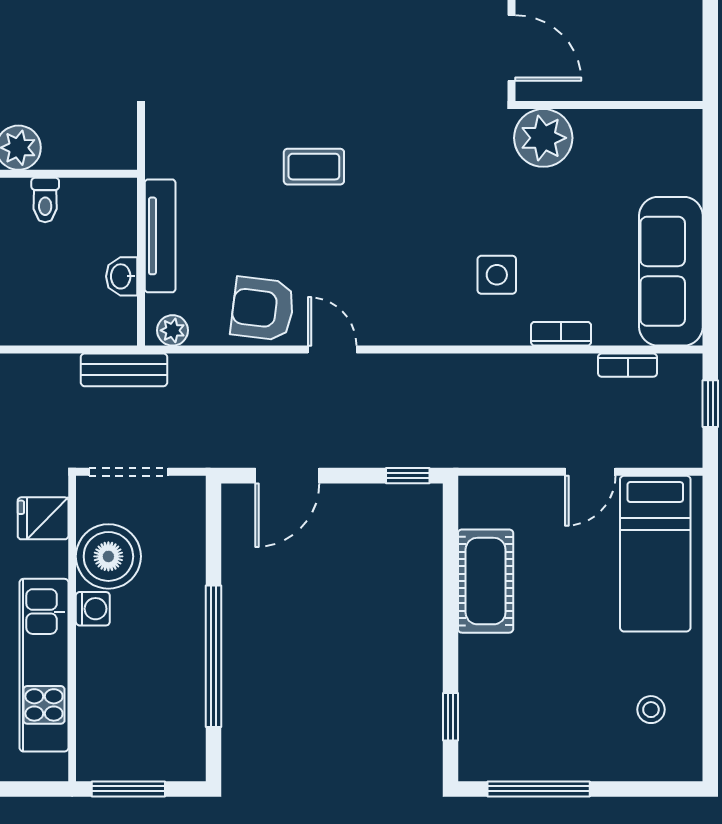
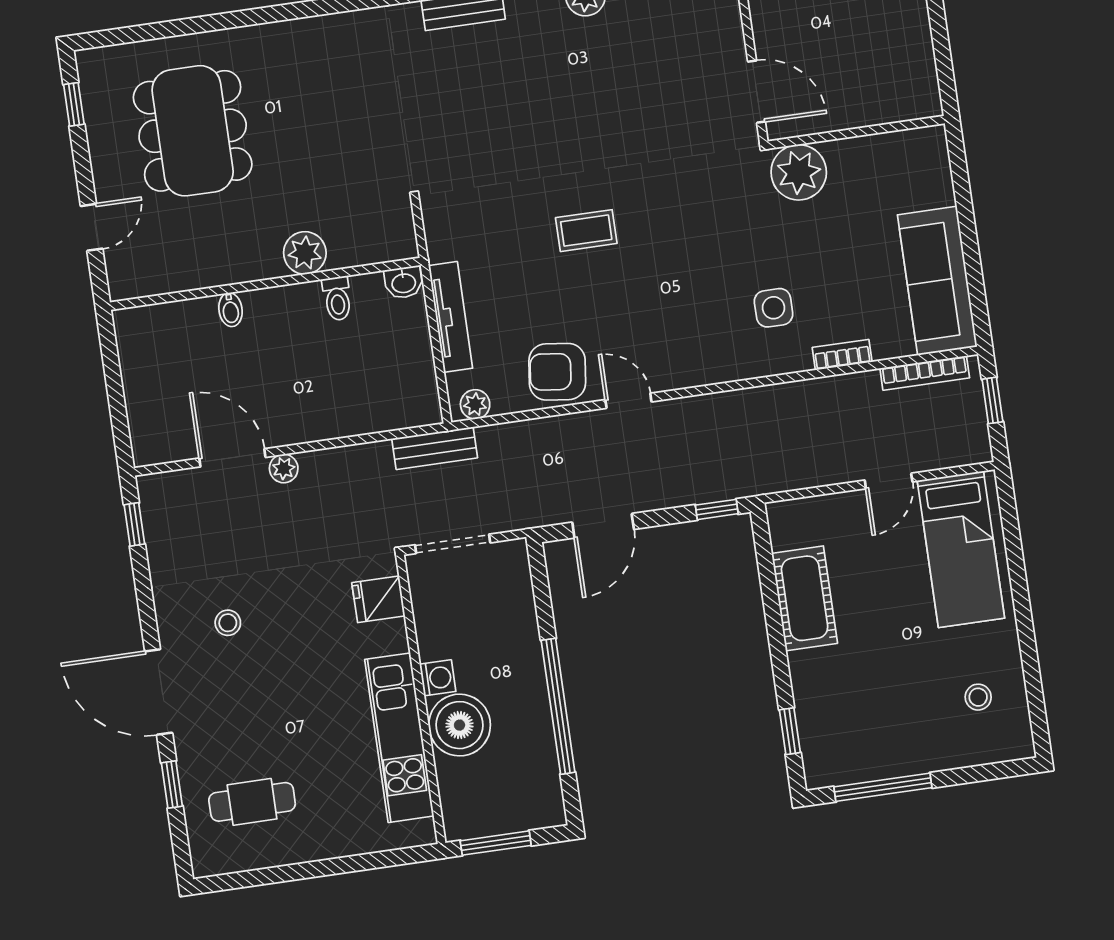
washbasin: (122, 276) -> (404, 282), moved, turned -90
bookcase: (628, 365) -> (925, 373), width x1.56
boiler: (108, 556) -> (460, 725), moved

